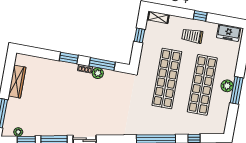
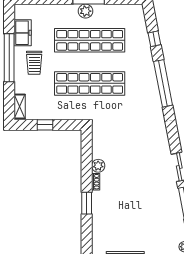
window: (200, 16) -> (9, 58), width x3.17
freezer: (229, 33) -> (23, 33), moved
window: (102, 64) -> (87, 162), removed

